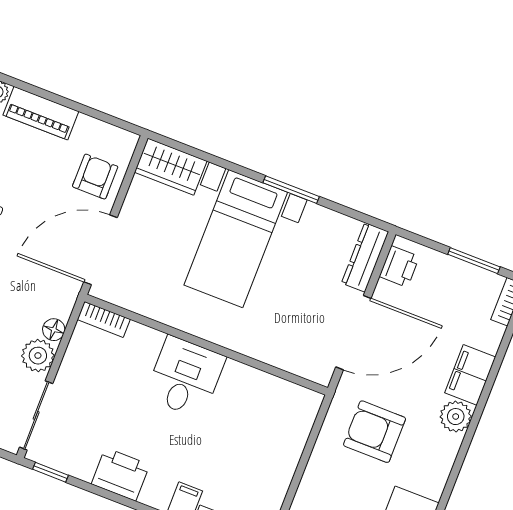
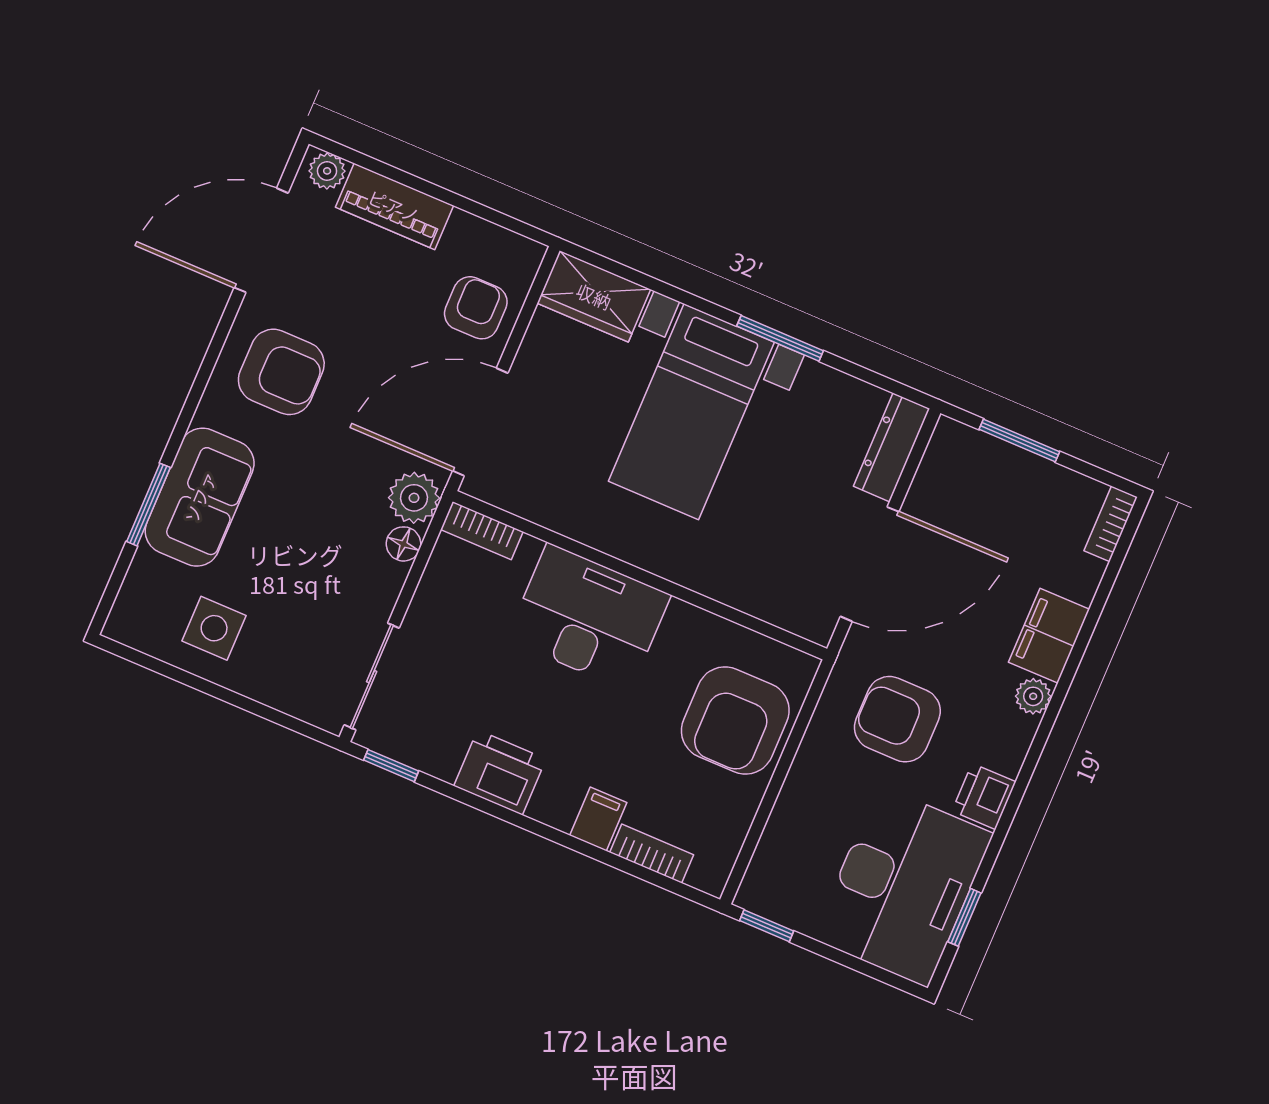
window: (474, 261) -> (1019, 440), moved
printer: (399, 267) -> (984, 796), moved, turned 180
plant: (38, 356) -> (414, 498), moved
desk: (185, 377) -> (589, 617), width x1.37
plant: (456, 417) -> (1033, 696), width x0.73, depth x0.73
armchair: (270, 436) -> (735, 721), added

